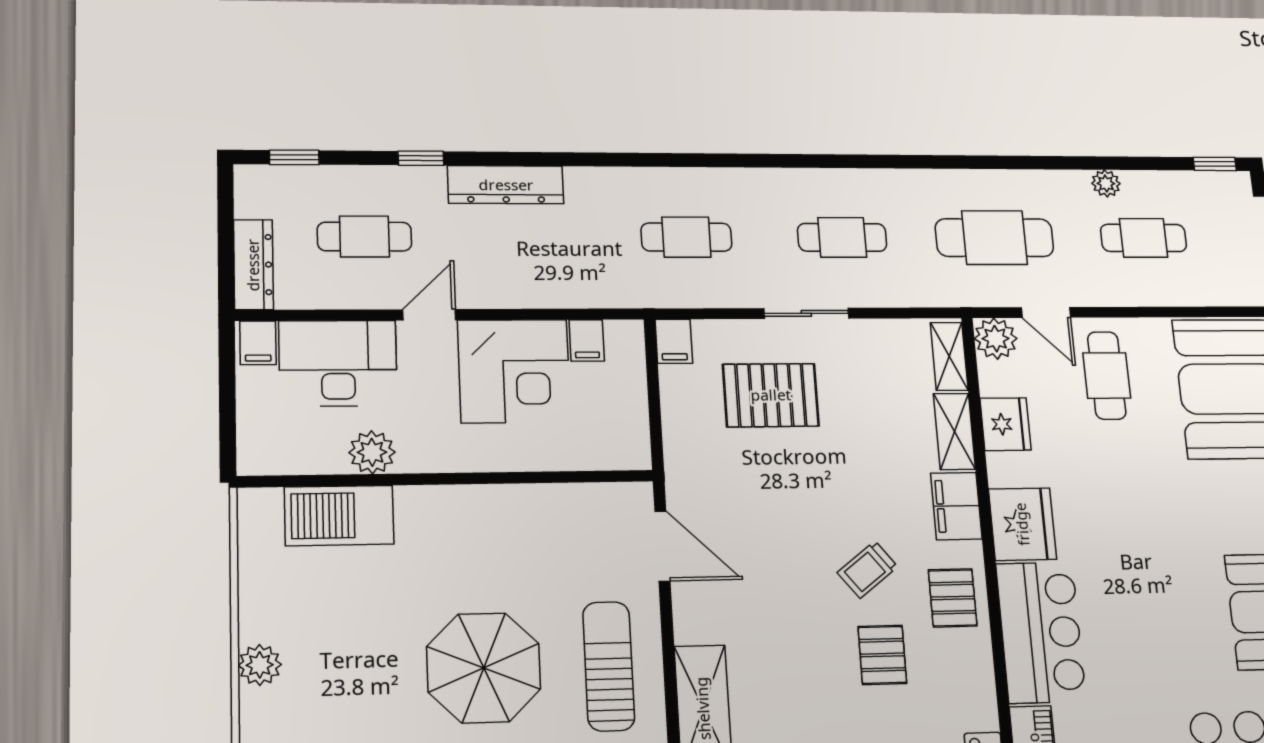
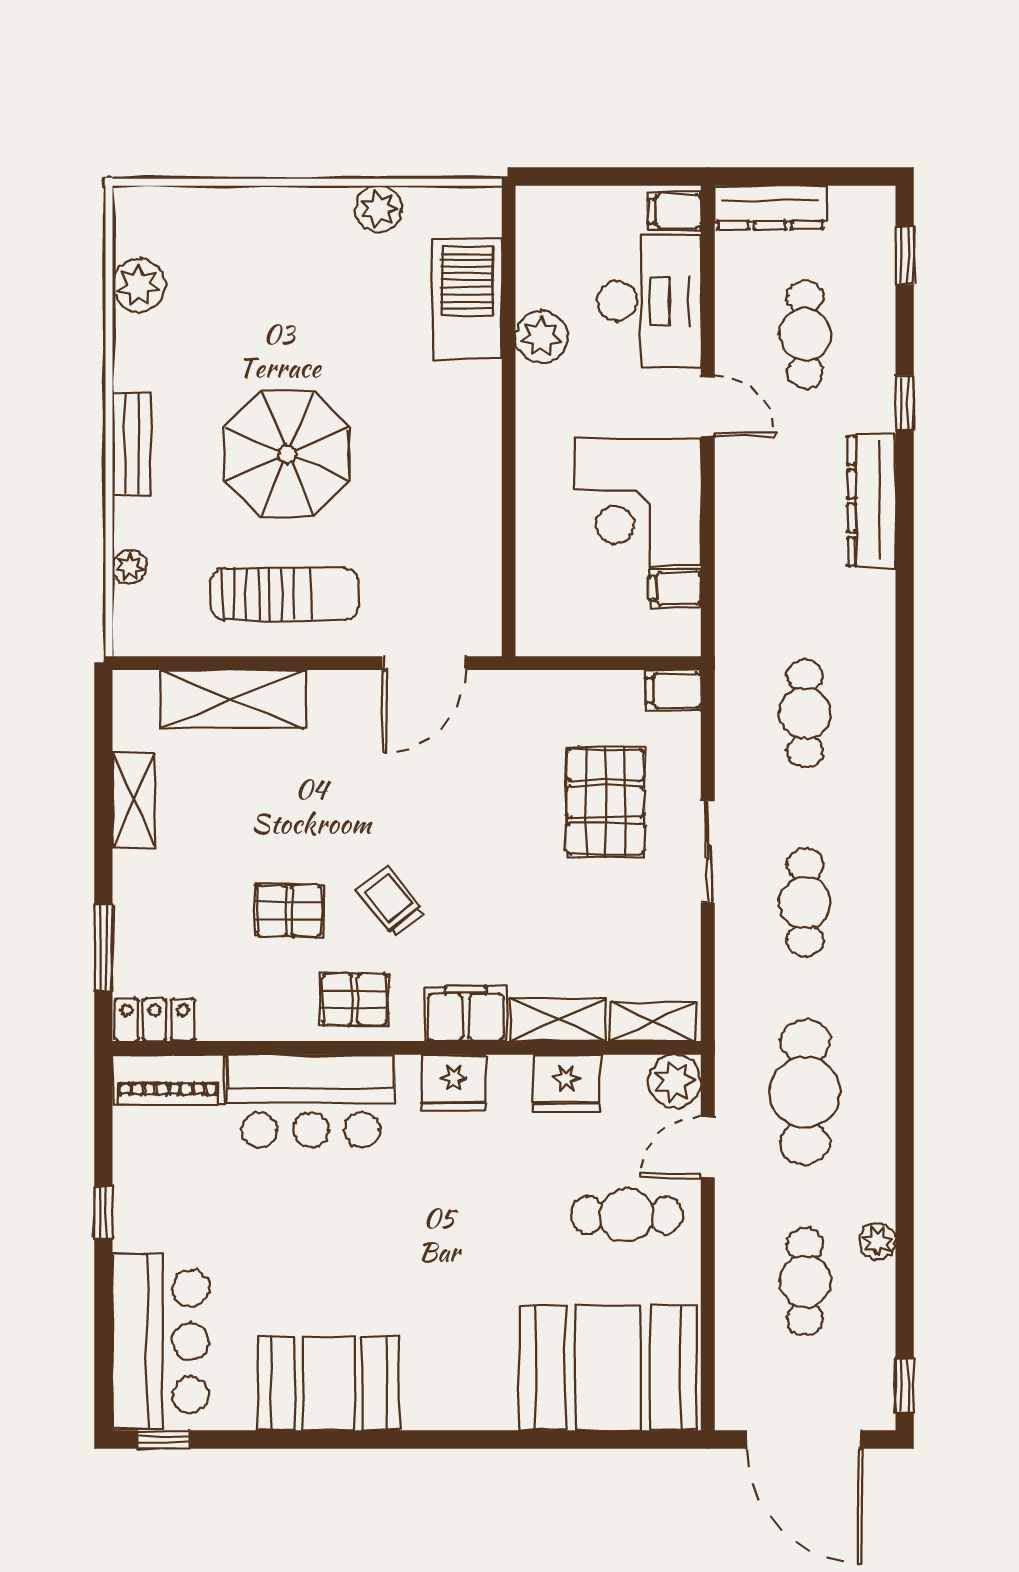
fridge: (1022, 524) -> (454, 1083), width x0.73, depth x0.75
plant: (260, 665) -> (379, 209), moved

